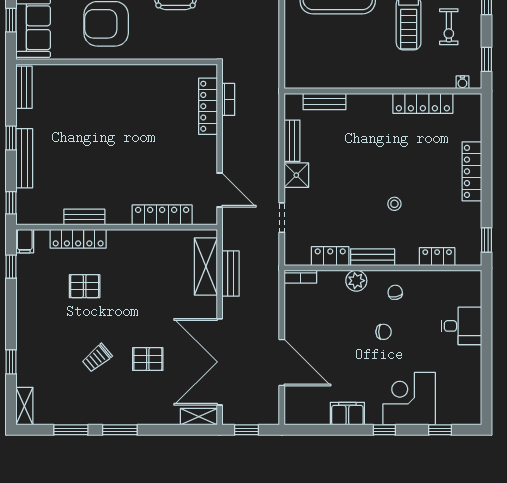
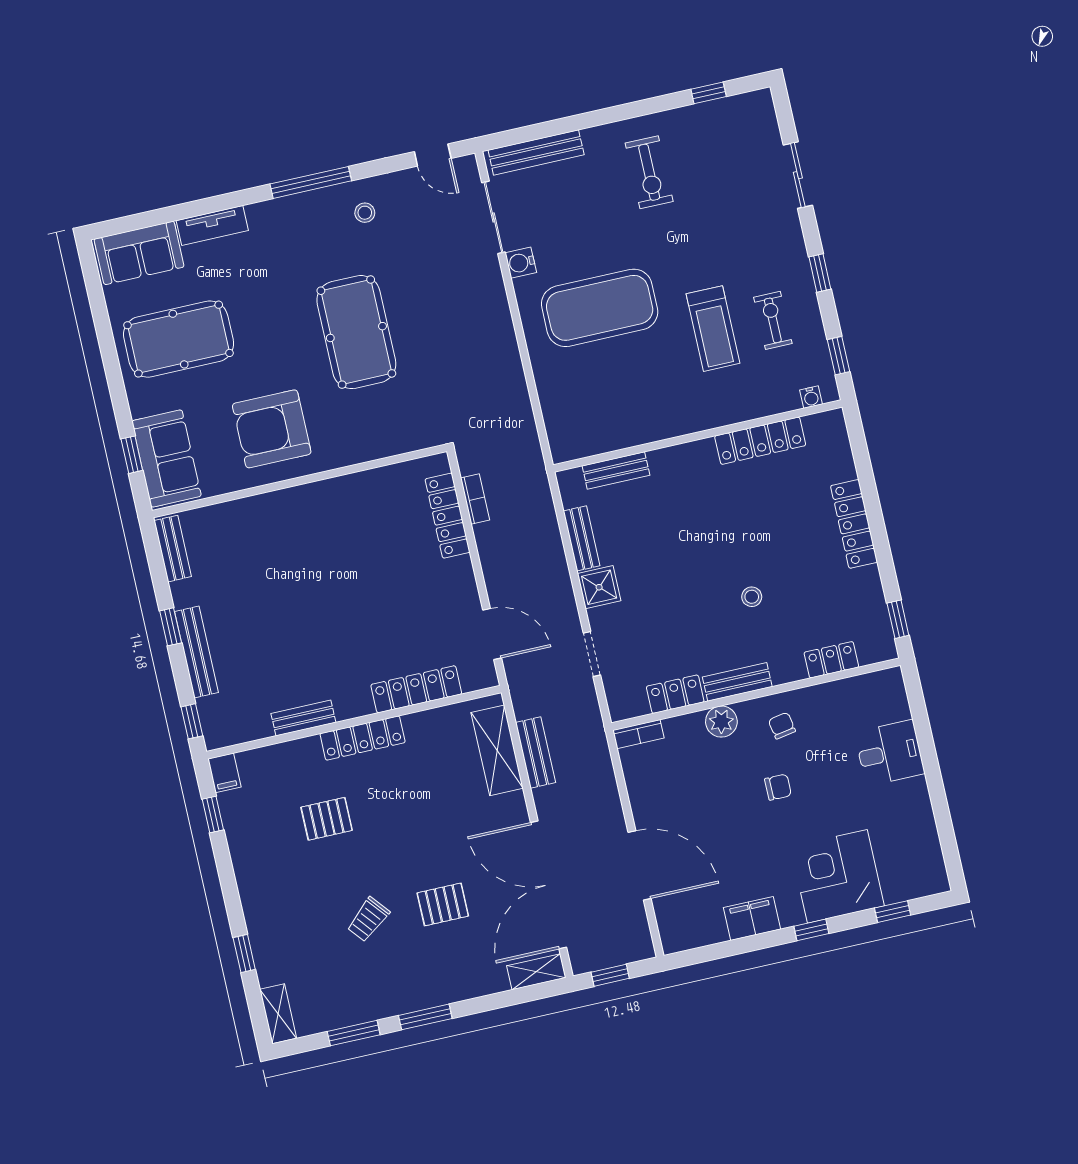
exercise bike: (449, 27) -> (773, 320), turned 180
locker: (78, 239) -> (363, 738), moved

